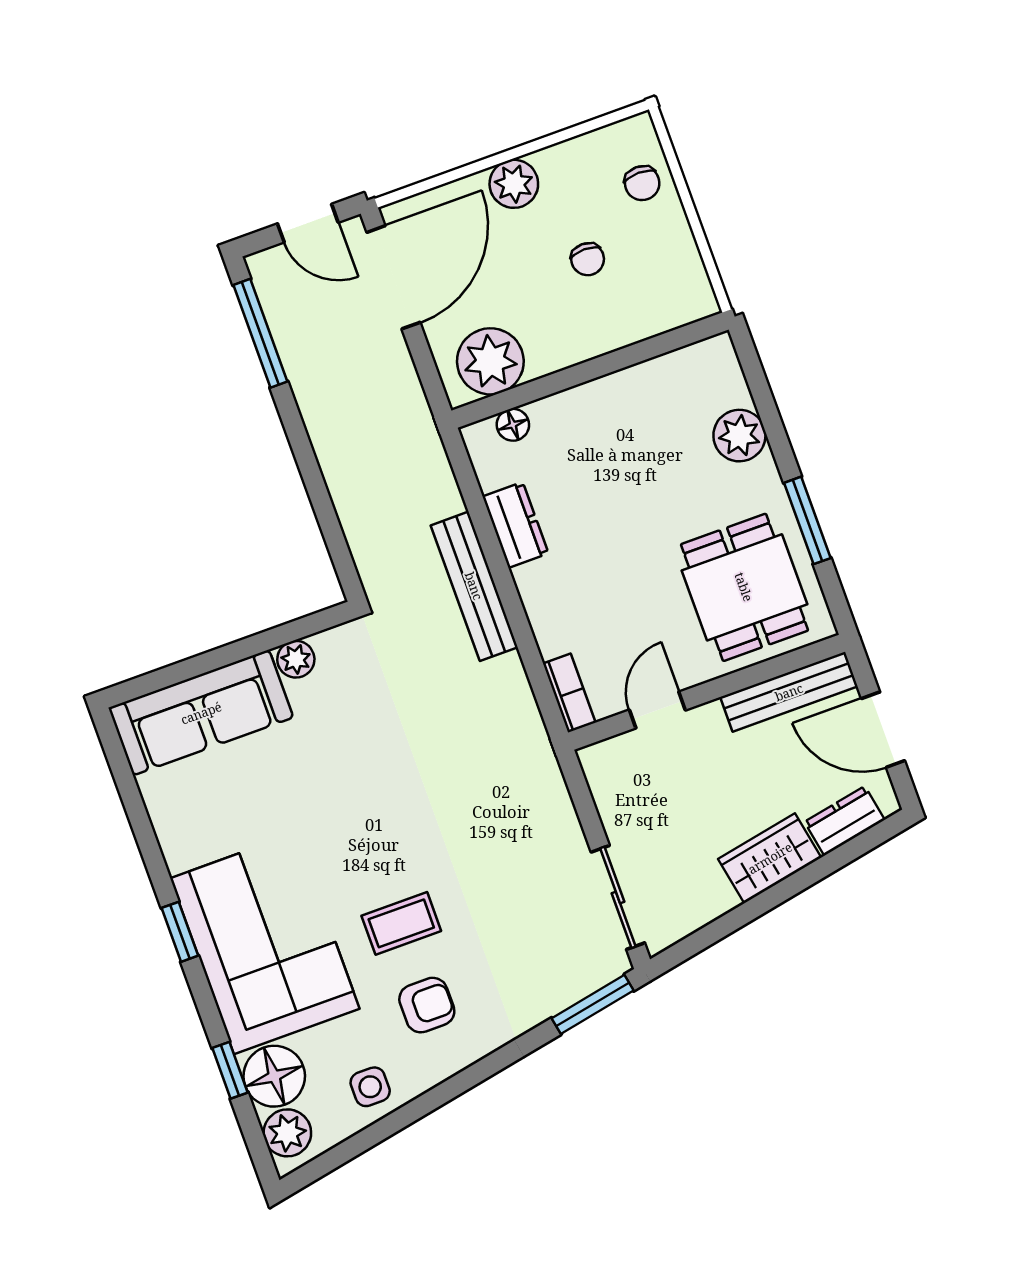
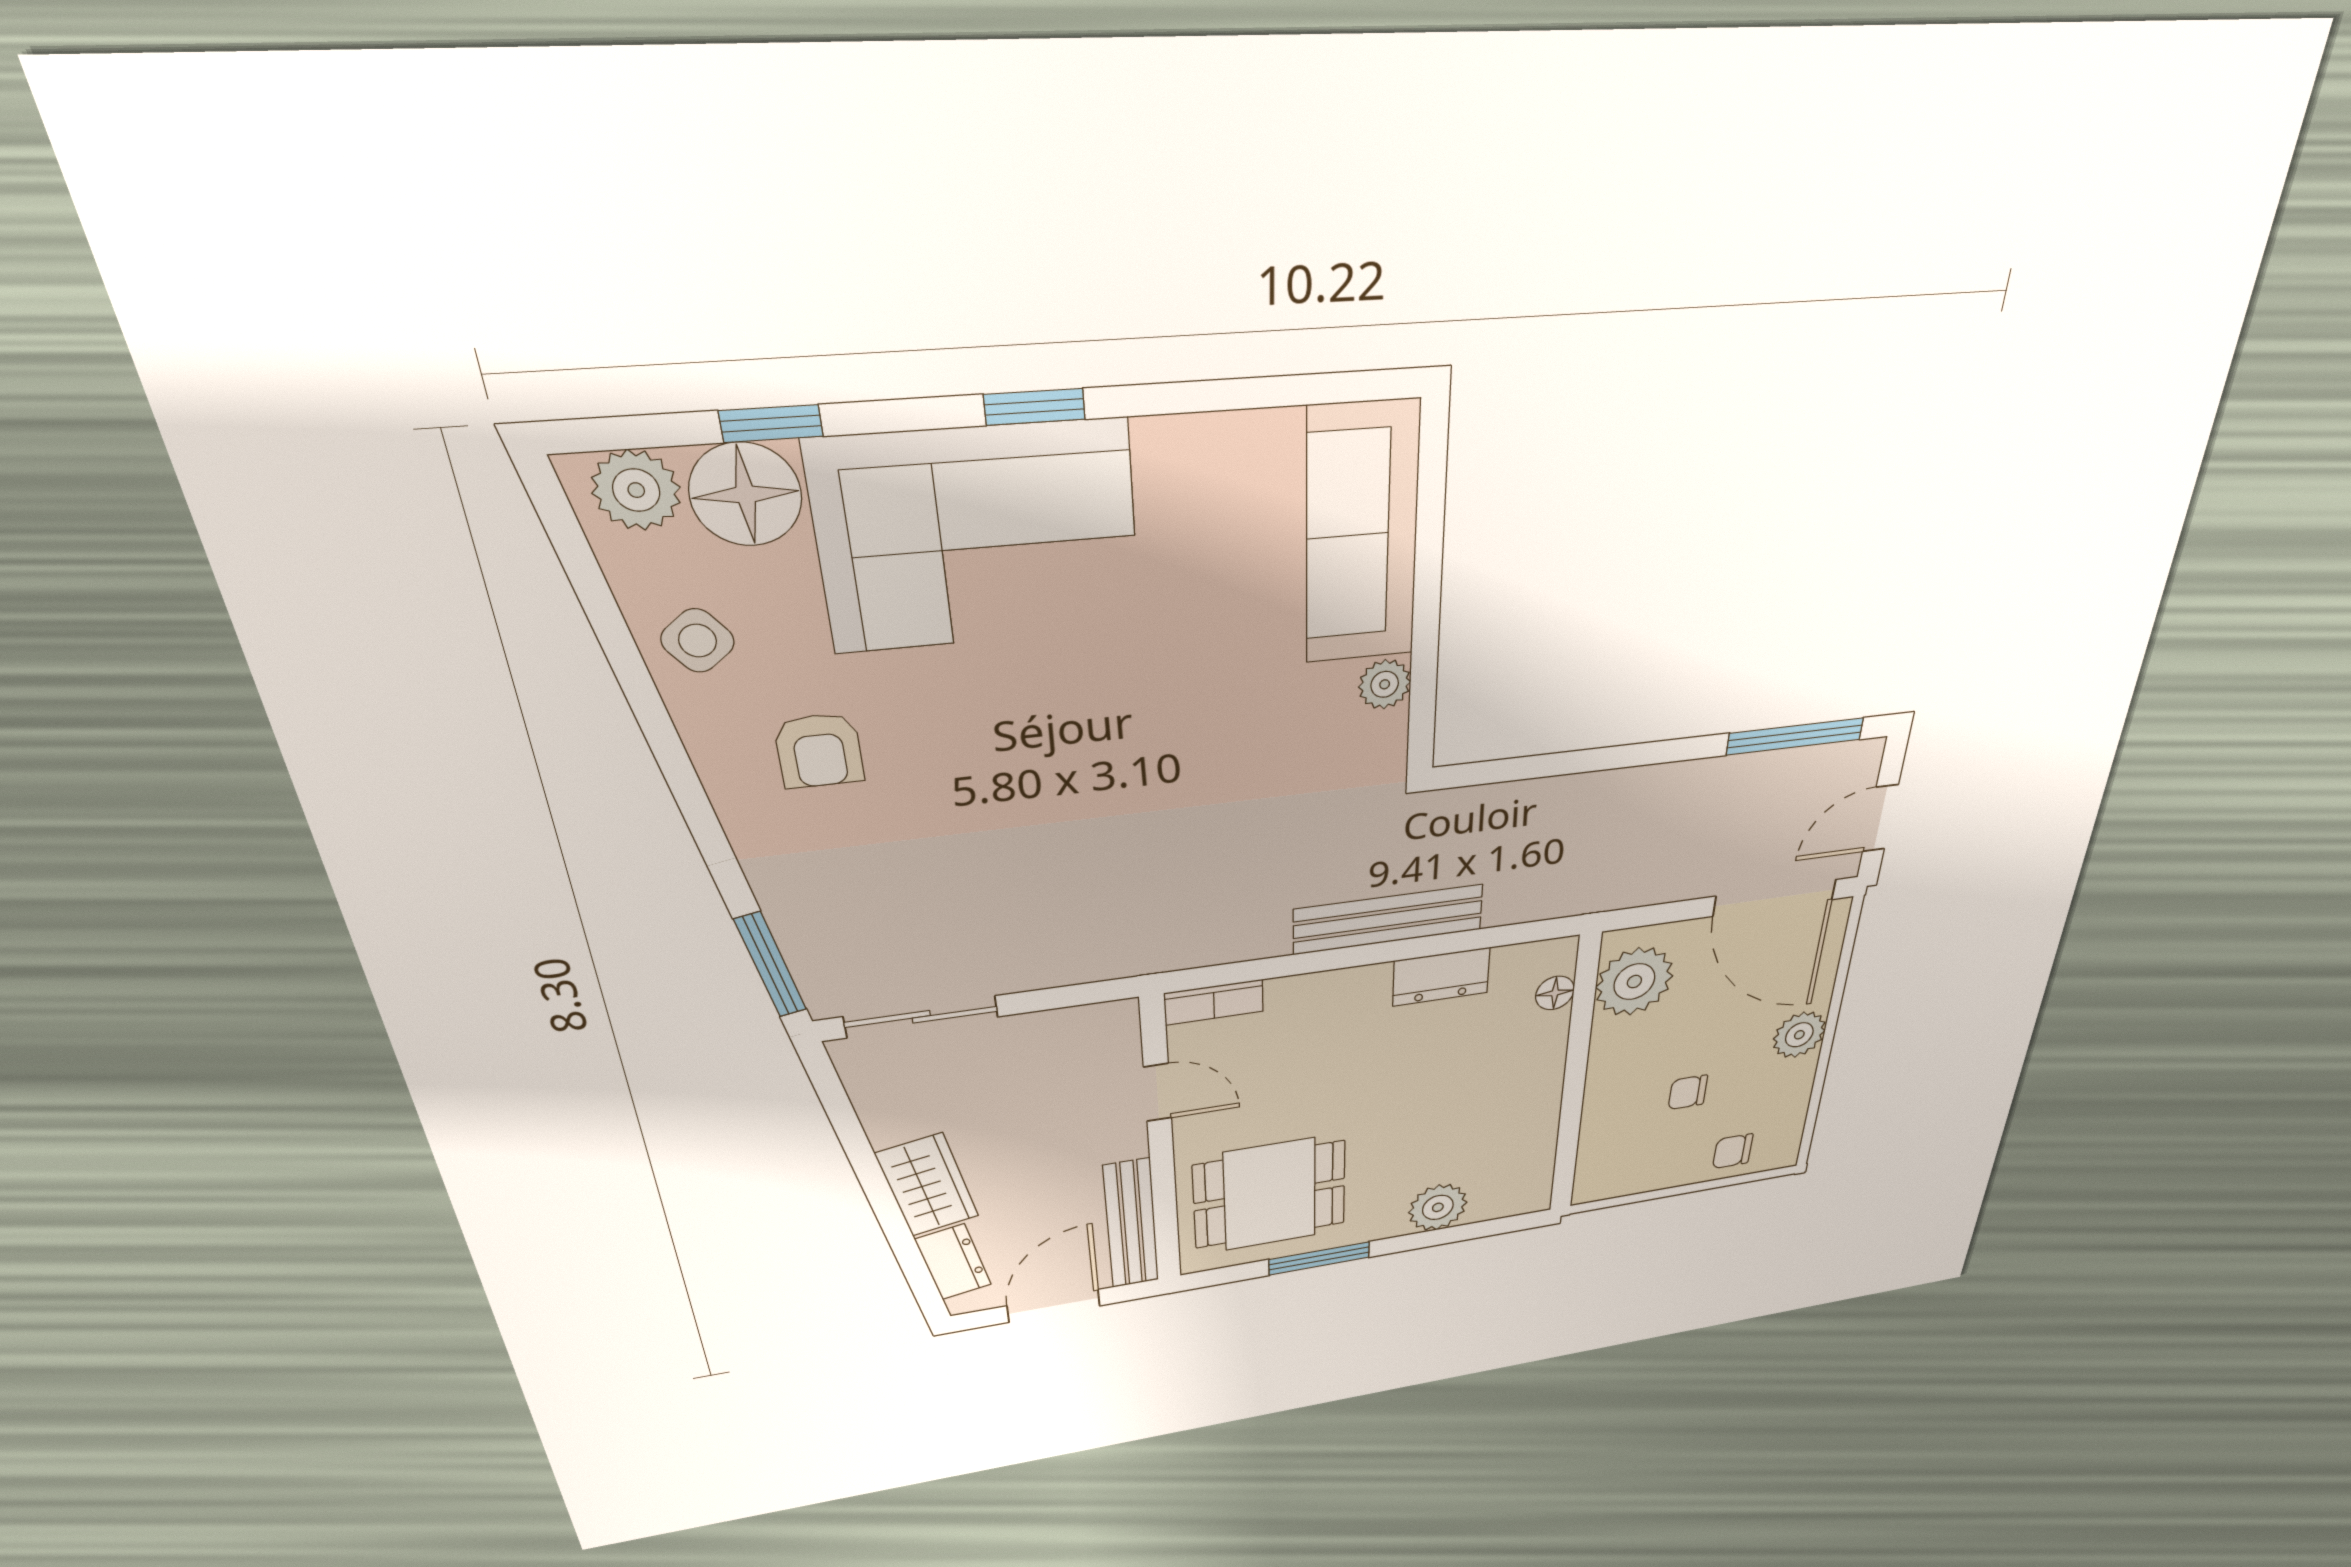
coffee table: (401, 923) -> (958, 741), removed
side table: (370, 1087) -> (698, 641), turned -38

